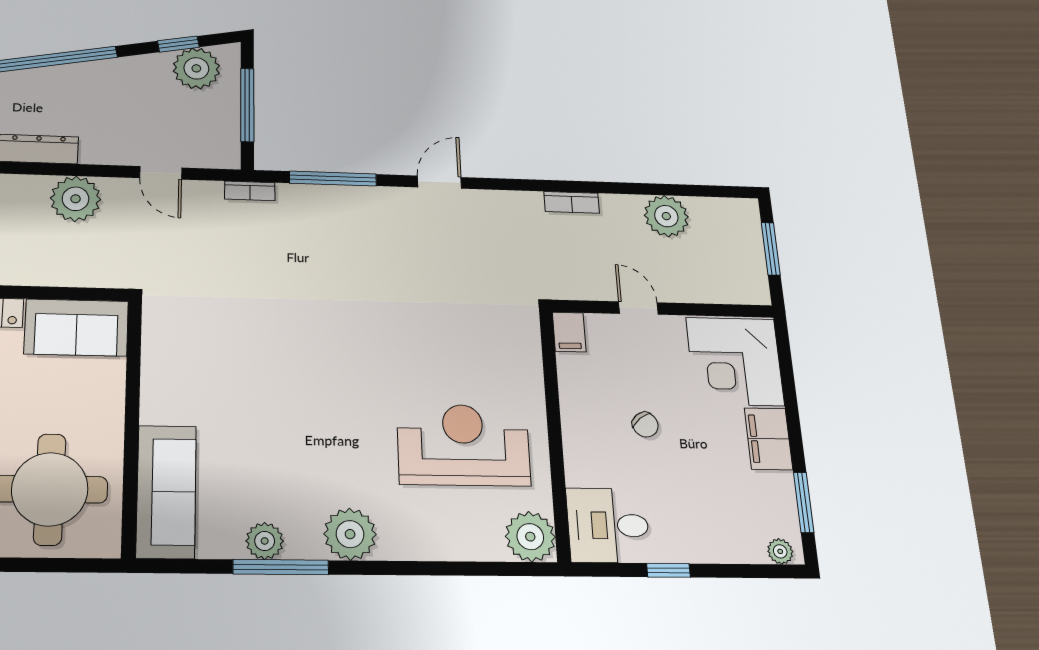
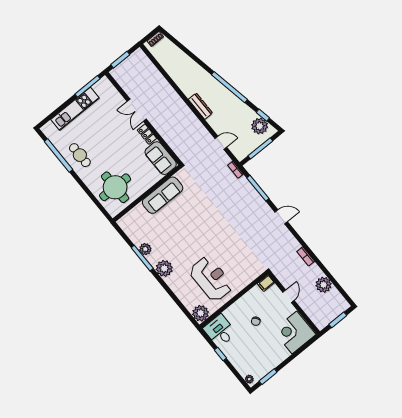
door: (161, 173) -> (221, 143), swing flipped
plant: (76, 199) -> (195, 128), removed
filing cabinet: (768, 439) -> (279, 356), removed
sofa: (166, 491) -> (163, 195), moved

